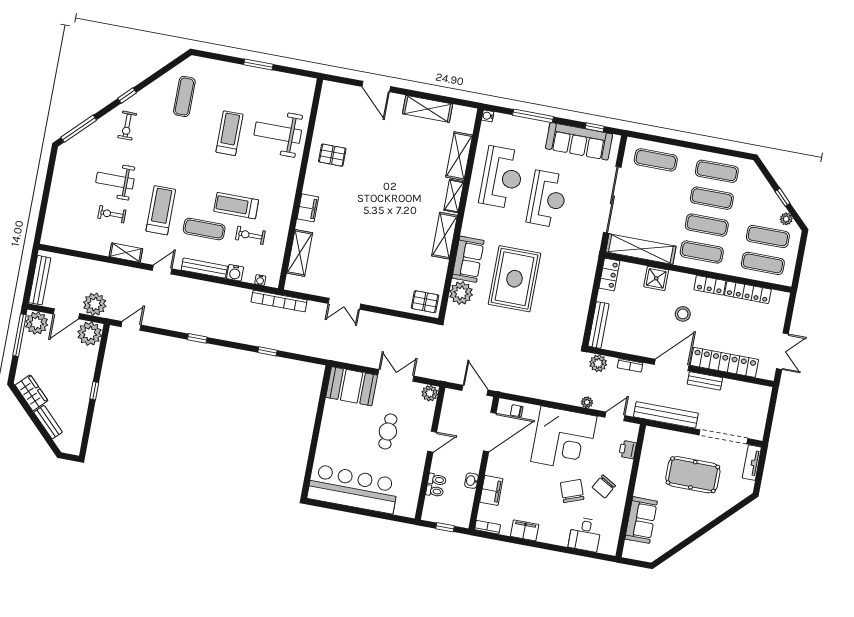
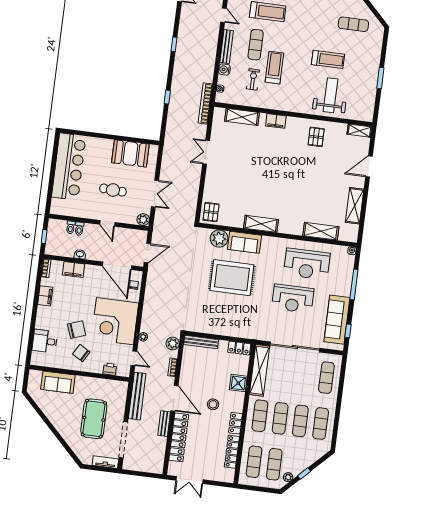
shelving: (454, 196) -> (359, 131), moved
booth: (352, 386) -> (130, 153), moved, turned 90

